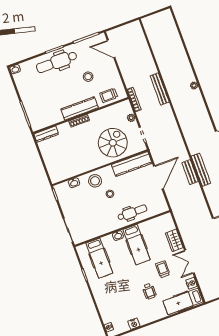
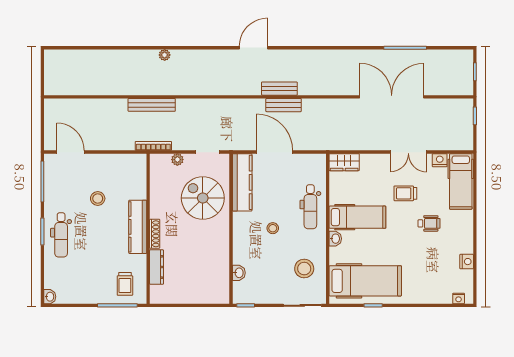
door: (111, 49) -> (71, 152), swing flipped
dental chair: (57, 62) -> (61, 235), width x0.73, depth x0.72
trolley: (109, 95) -> (125, 284), moved
dresser: (46, 134) -> (157, 267), moved
bench: (201, 170) -> (279, 89), width x0.73
stool: (95, 181) -> (304, 269), moved
dental chair: (132, 213) -> (310, 207), turned 180
wardrobe: (174, 240) -> (344, 162), moved
hospital bed: (99, 258) -> (365, 281), width x1.37, depth x1.29

